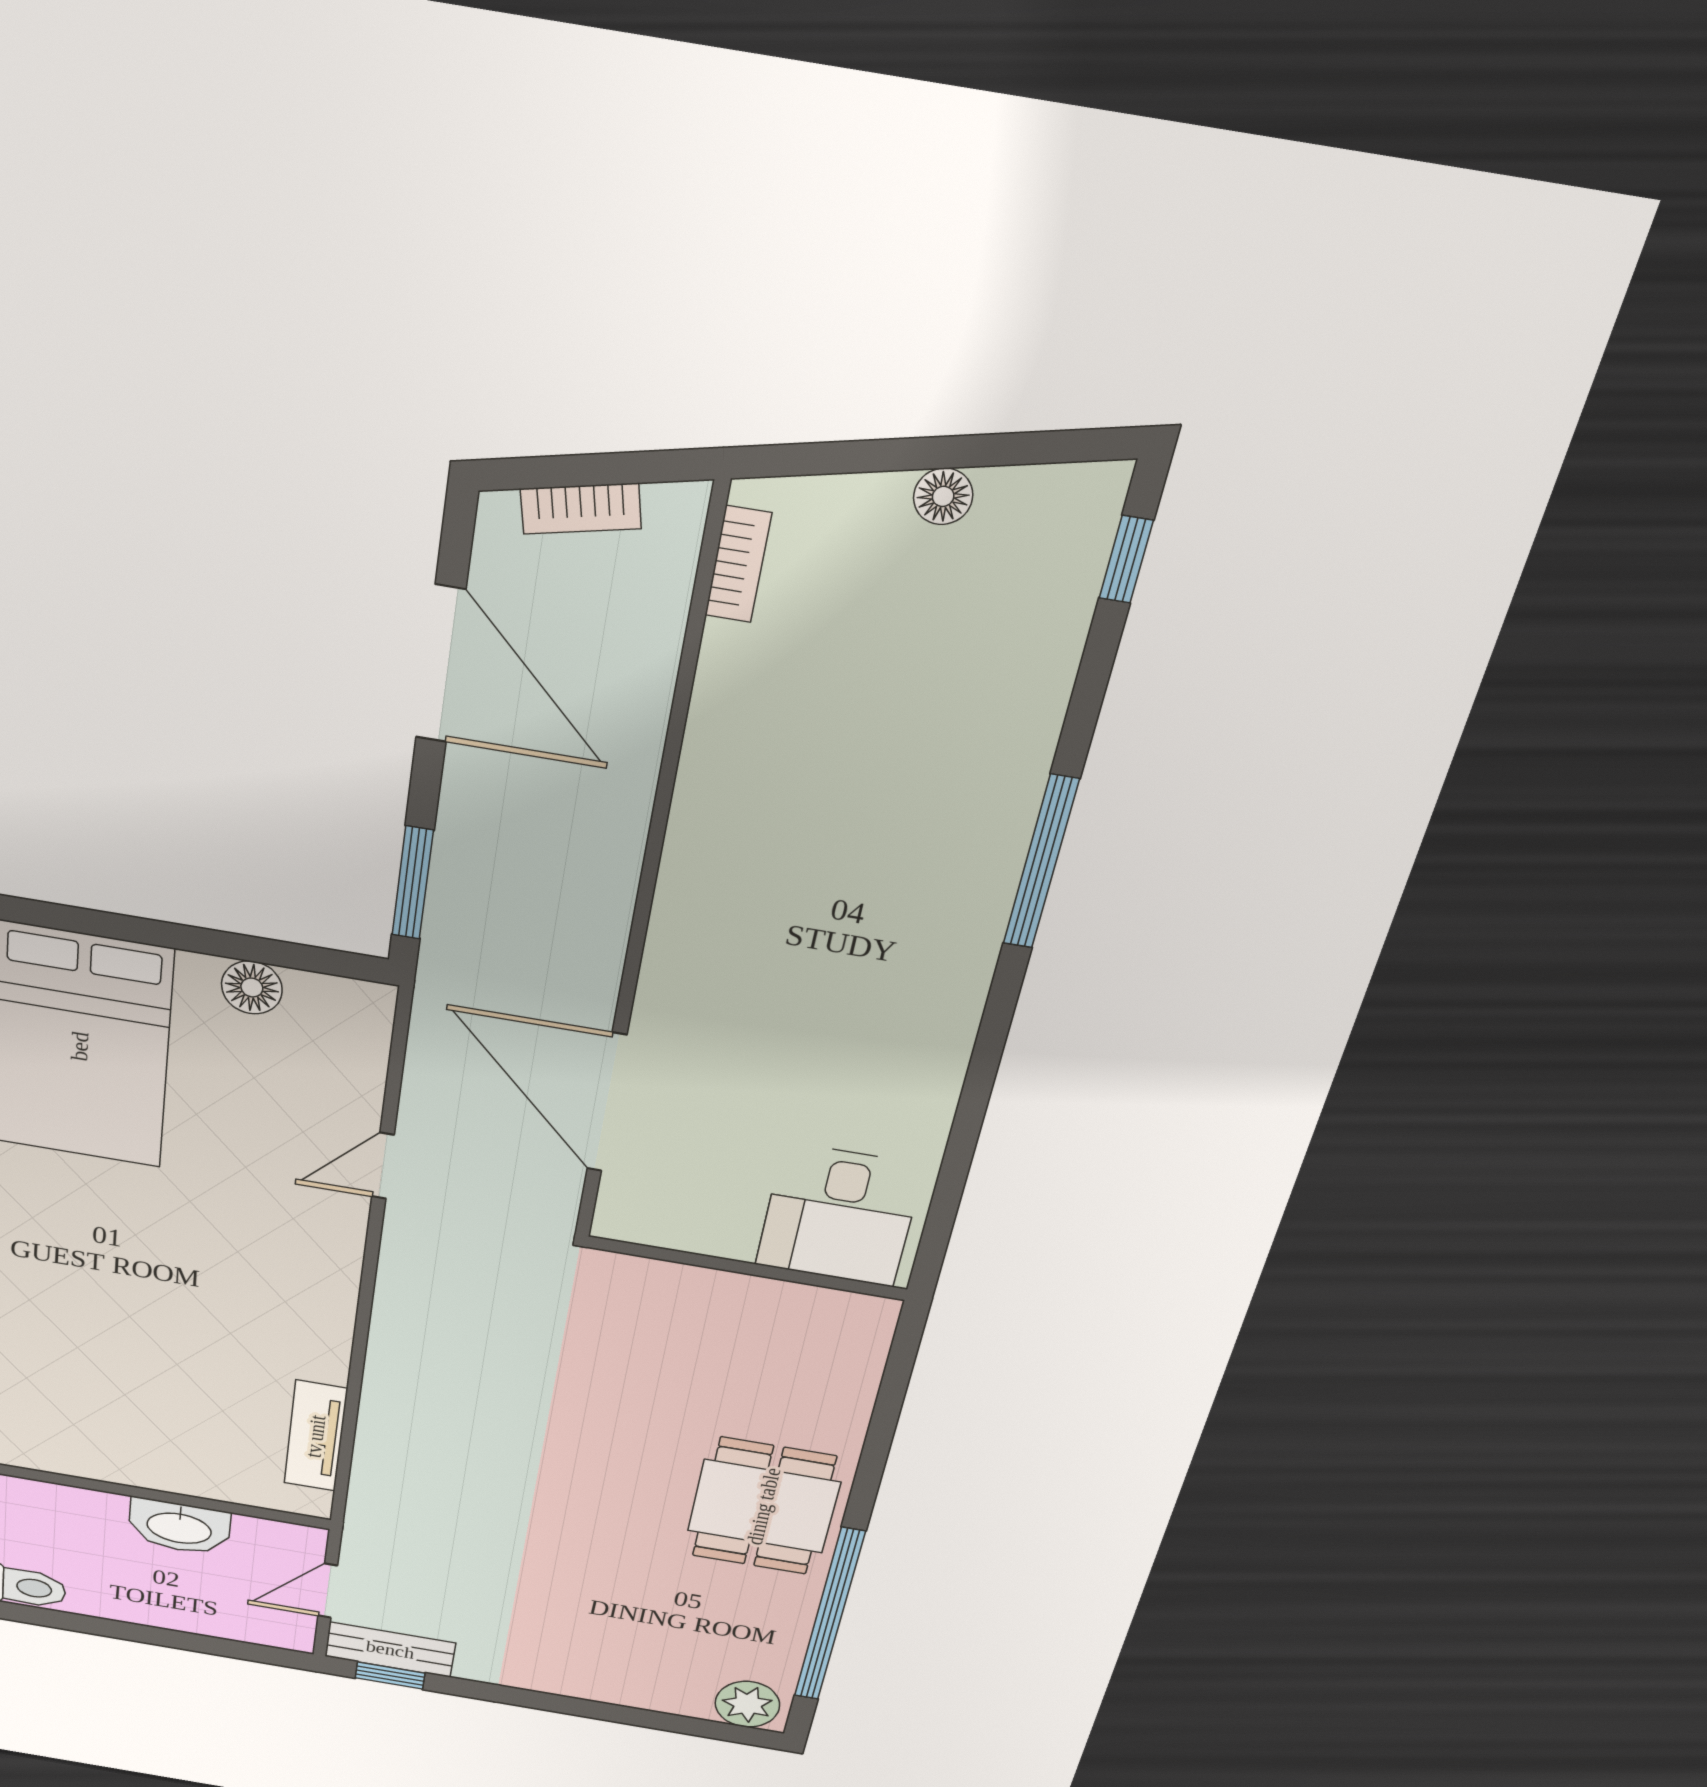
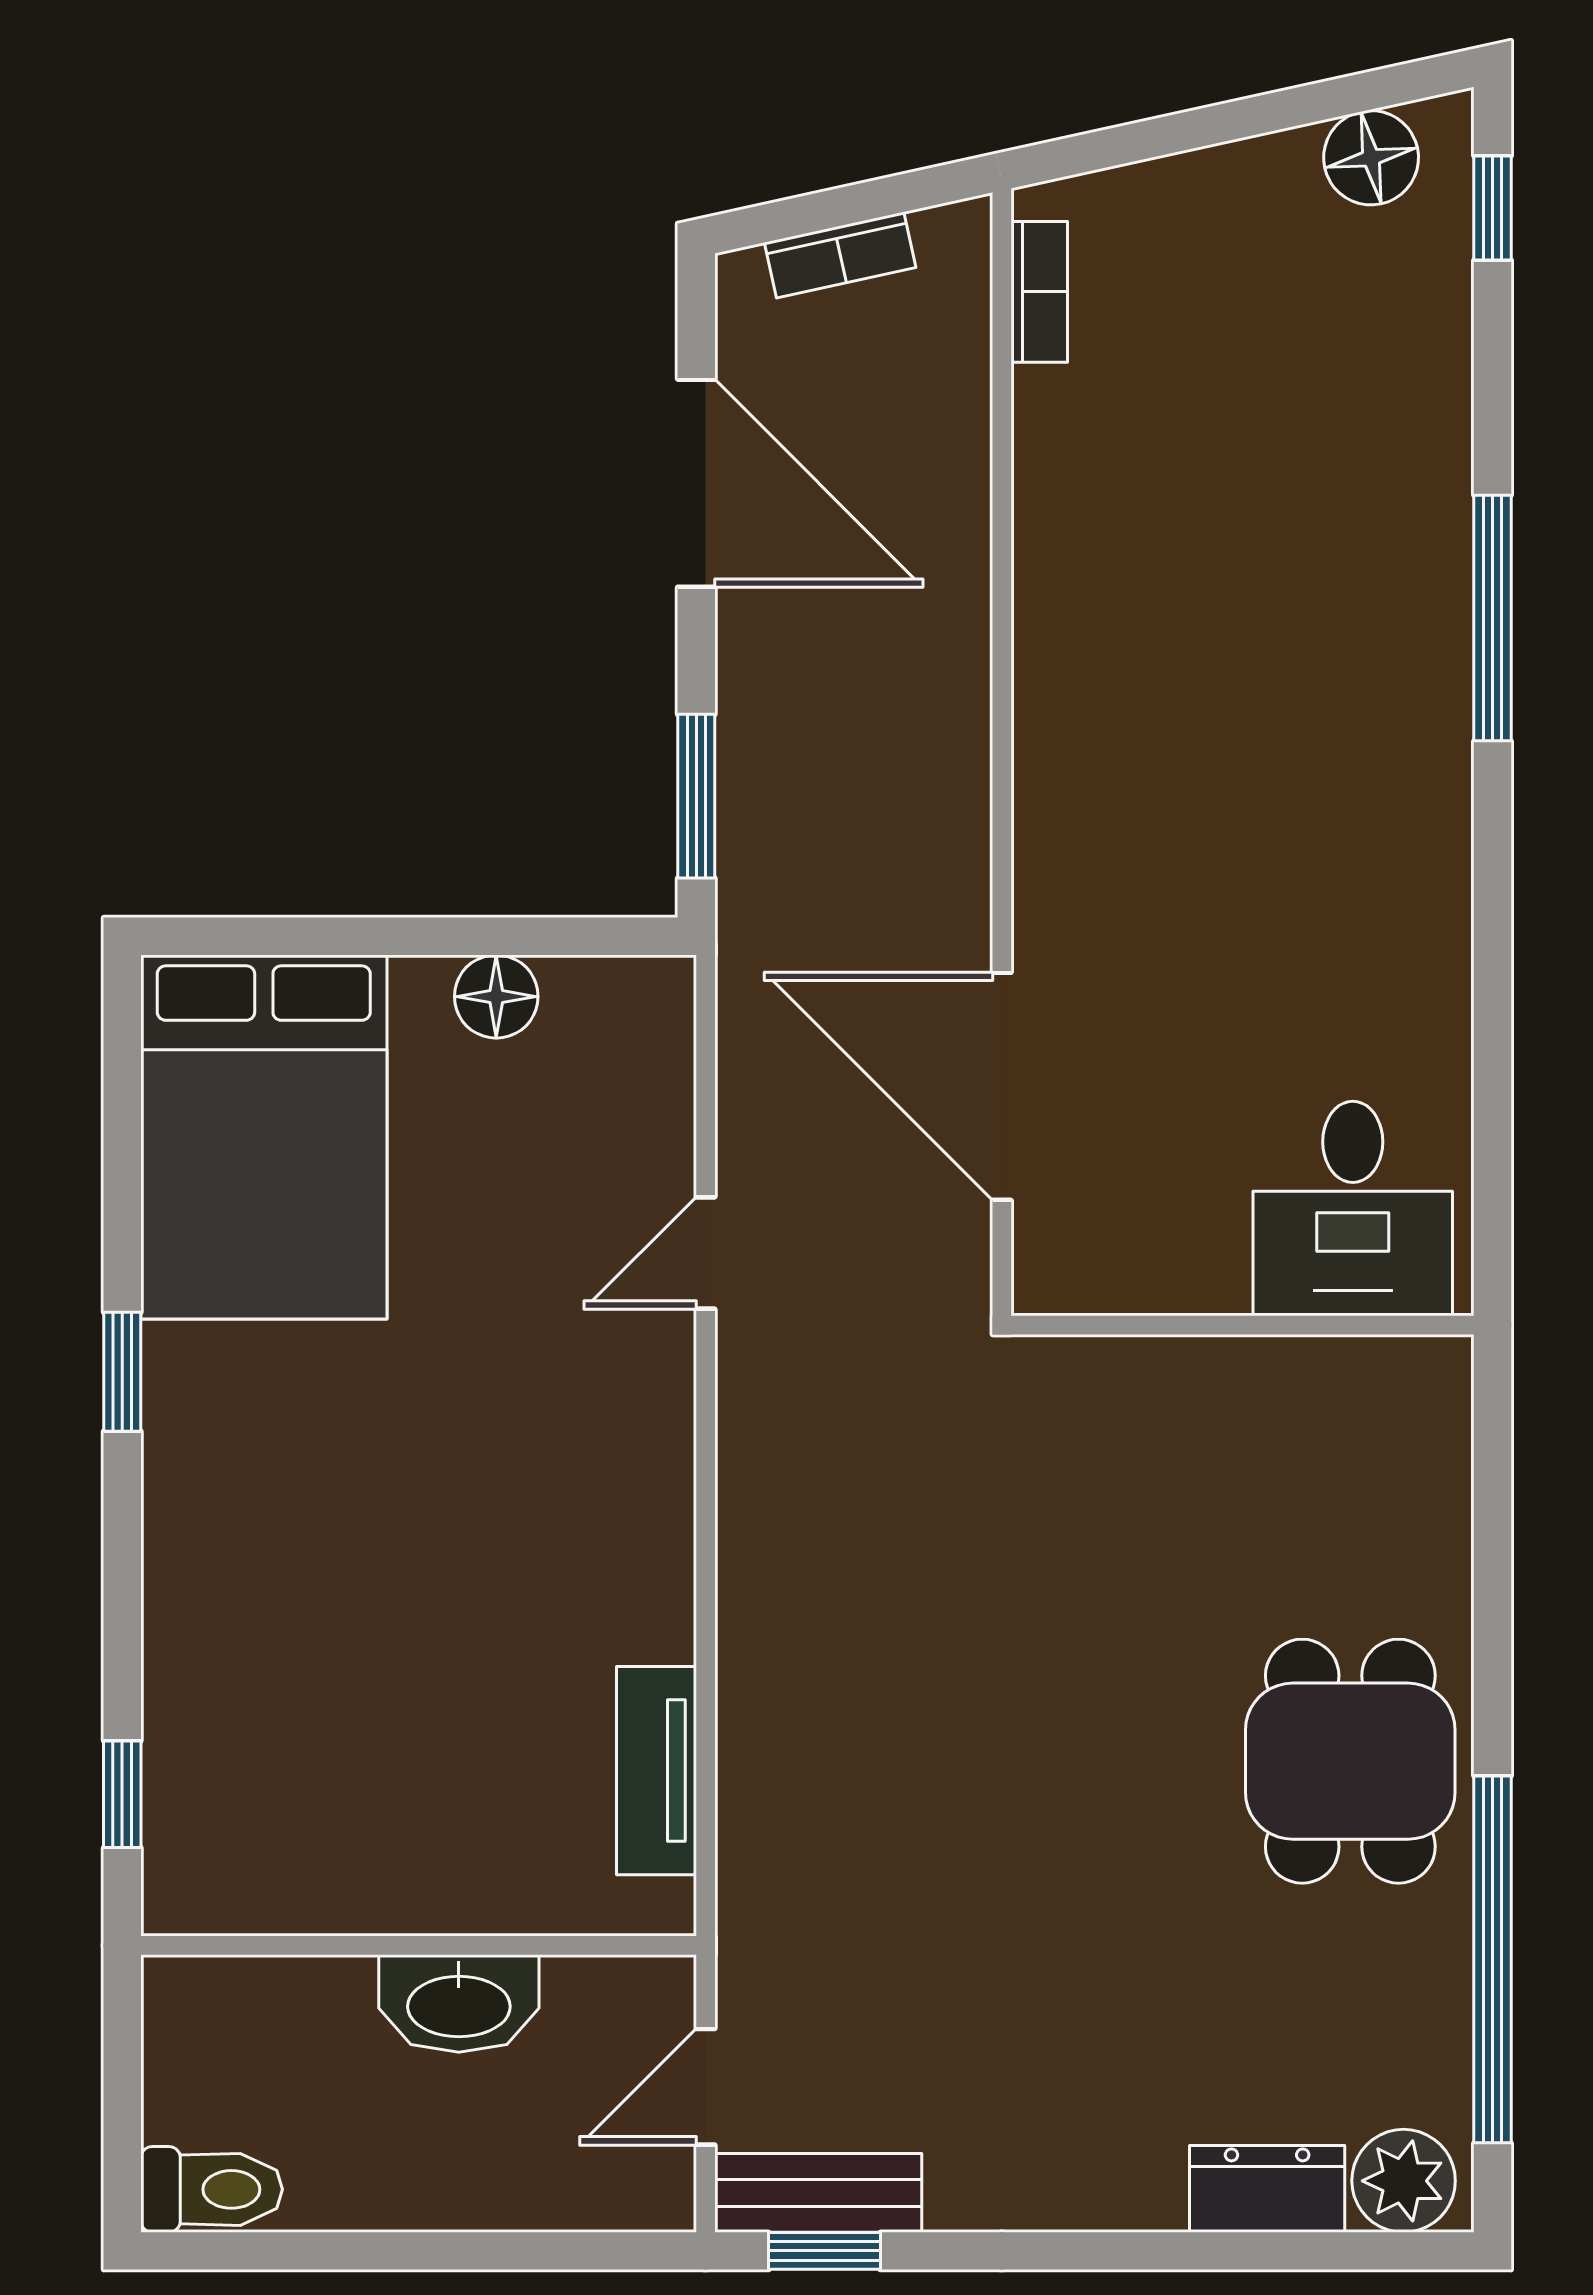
floor lamp: (943, 496) -> (1371, 158), moved, width x1.37, depth x1.37
dresser: (663, 1694) -> (1267, 2189), added

